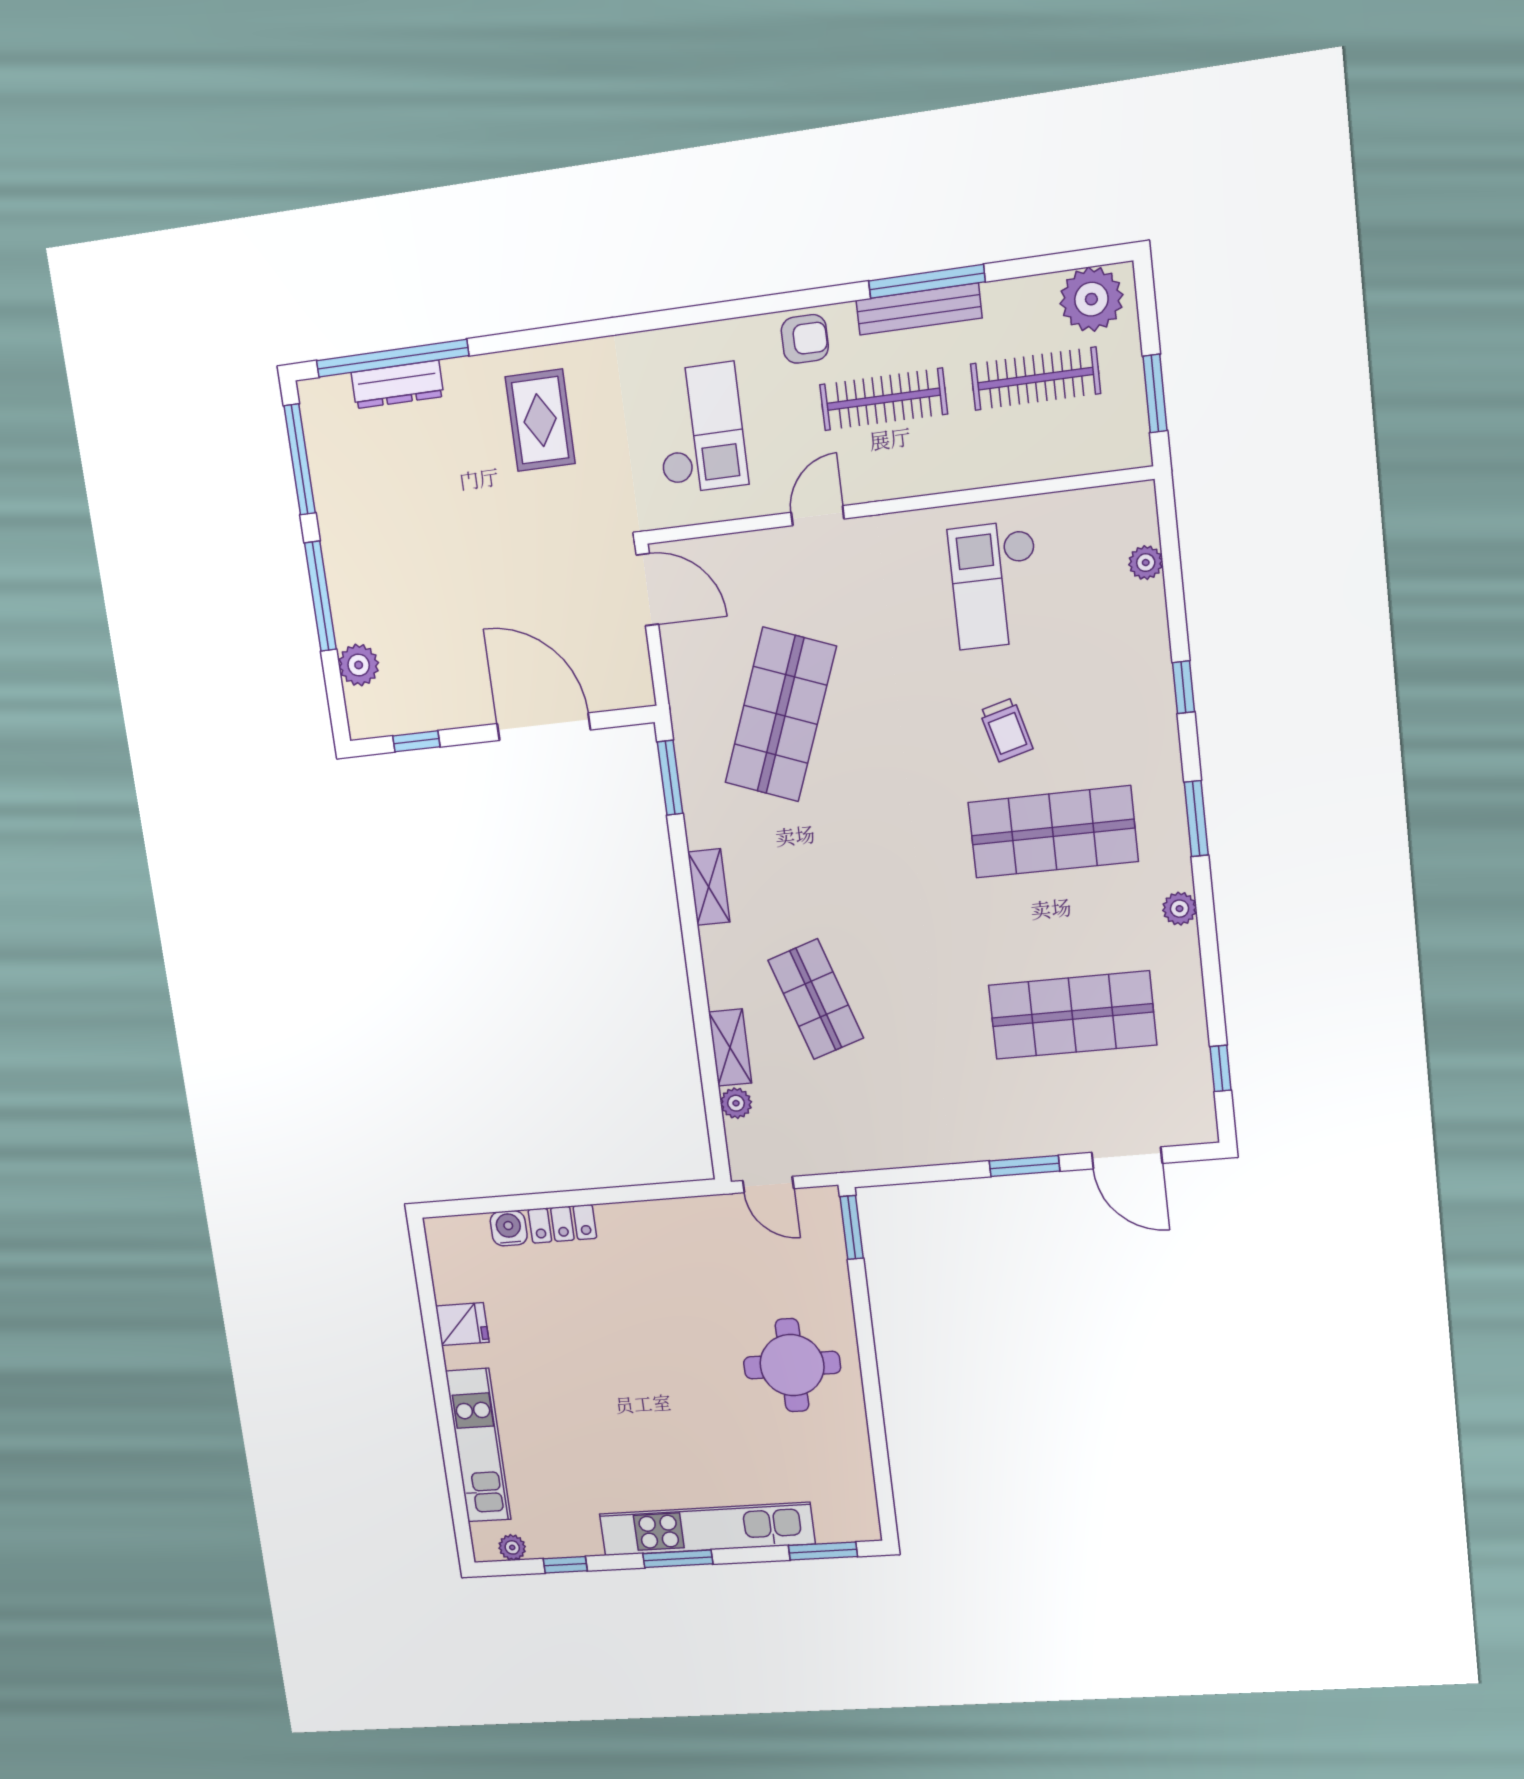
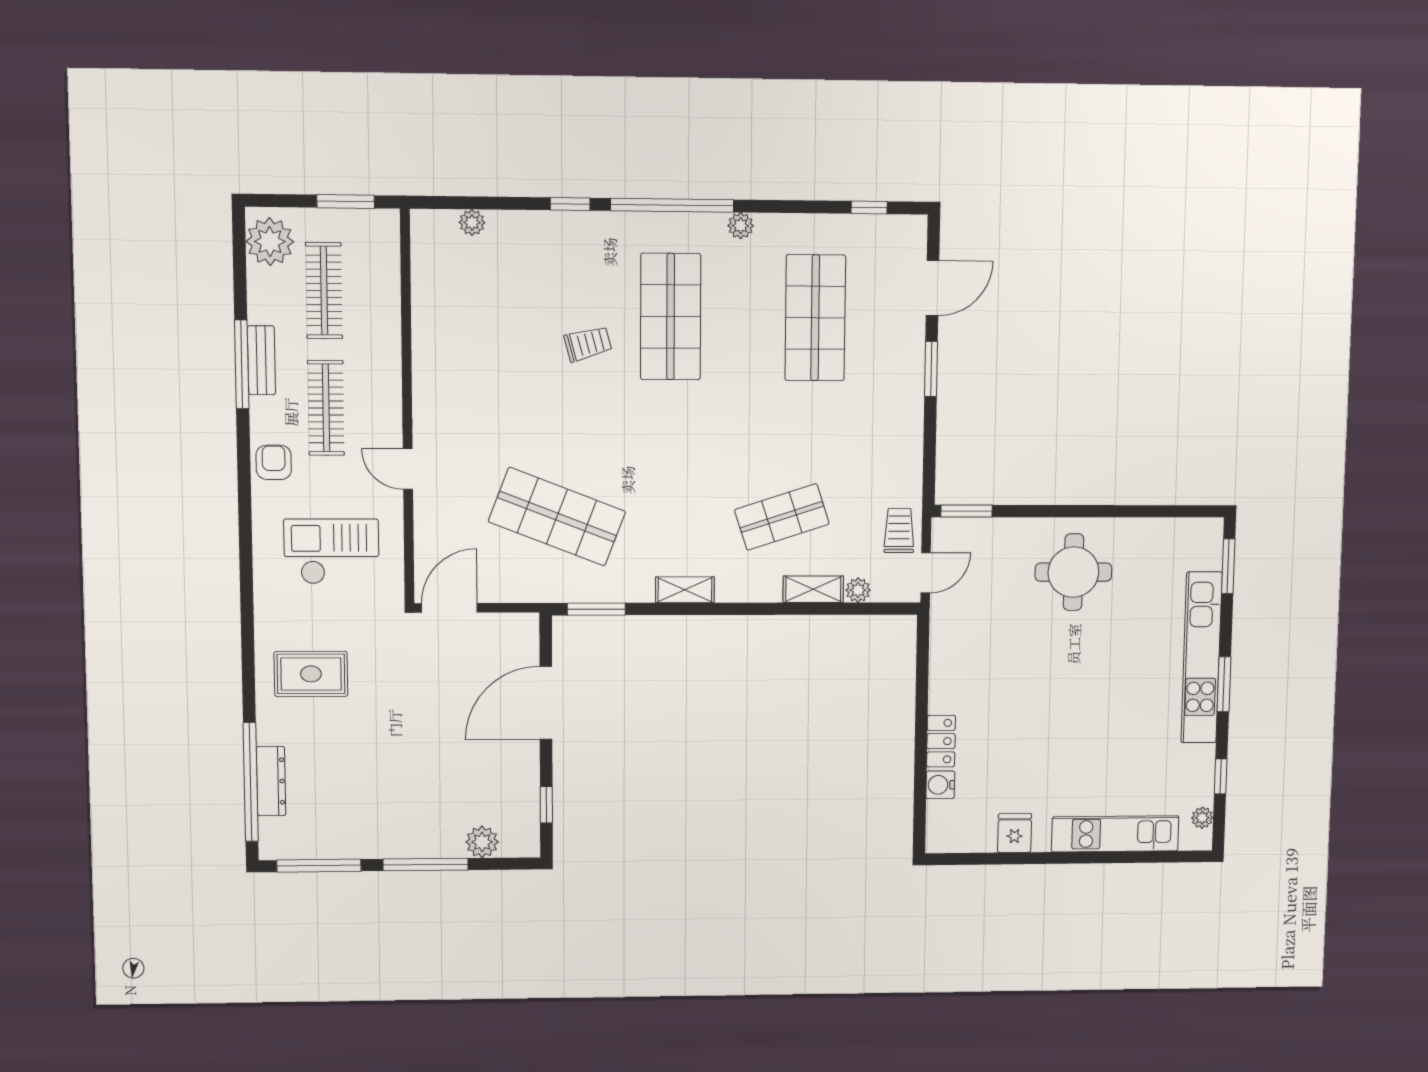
bench: (919, 309) -> (261, 360), width x0.73
checkout: (996, 585) -> (476, 339), removed
window: (1196, 819) -> (672, 205), width x2.11
trolley: (817, 1147) -> (899, 531), added

